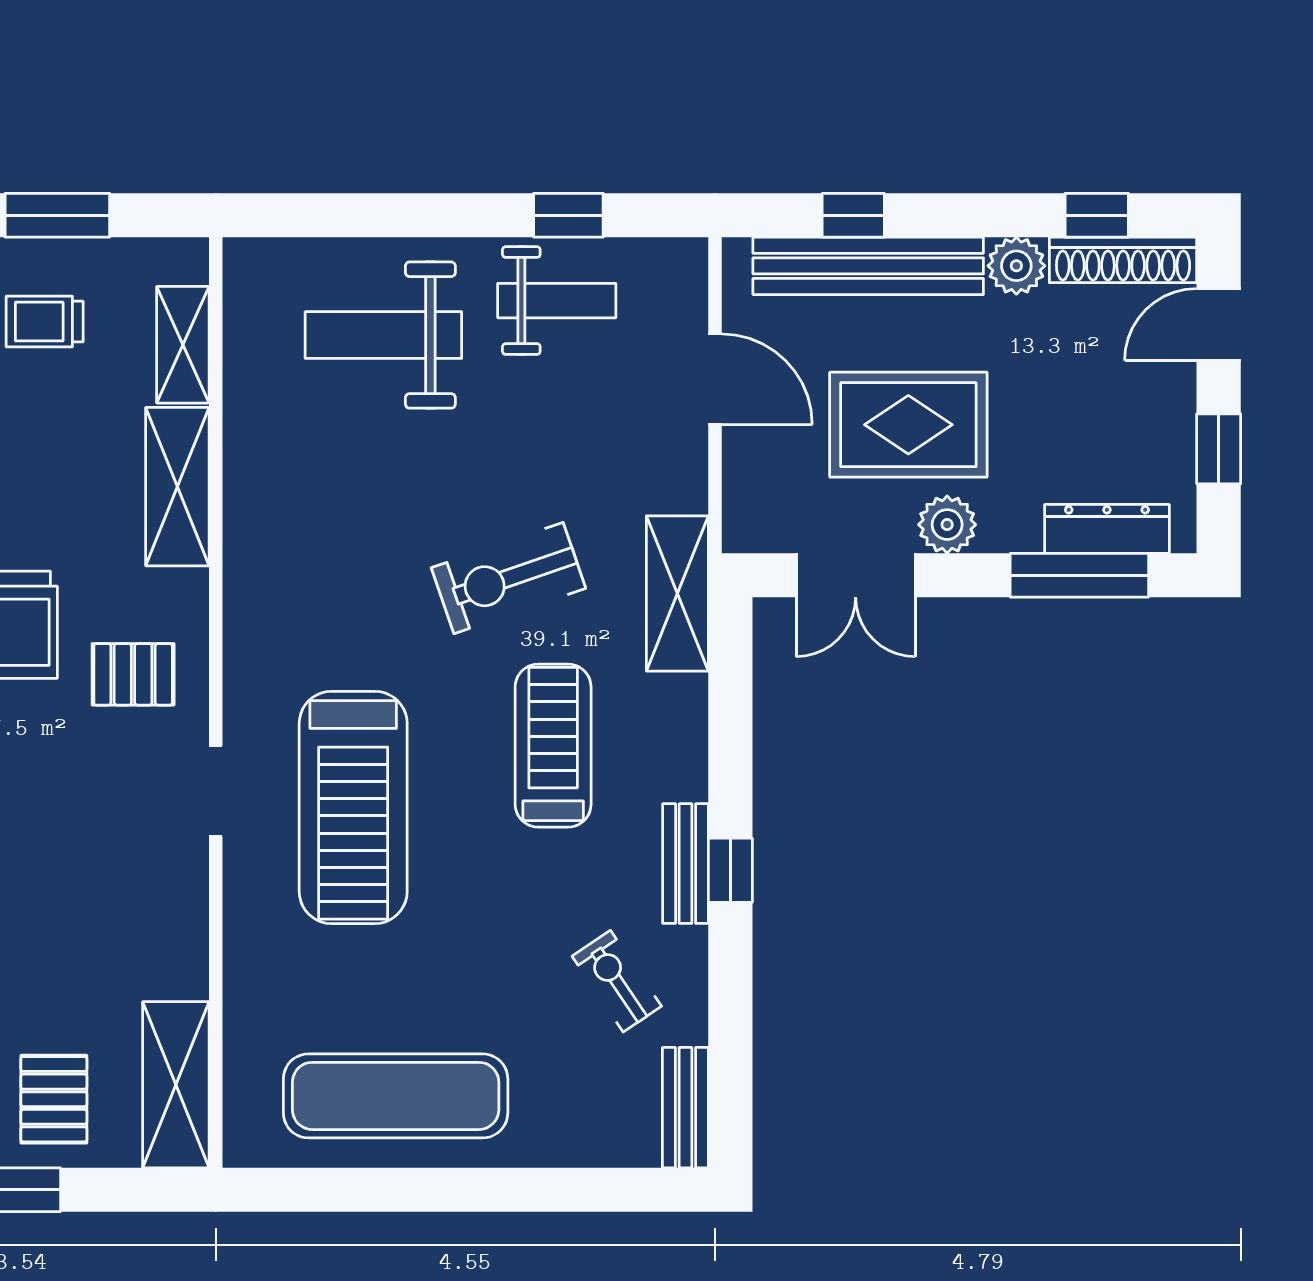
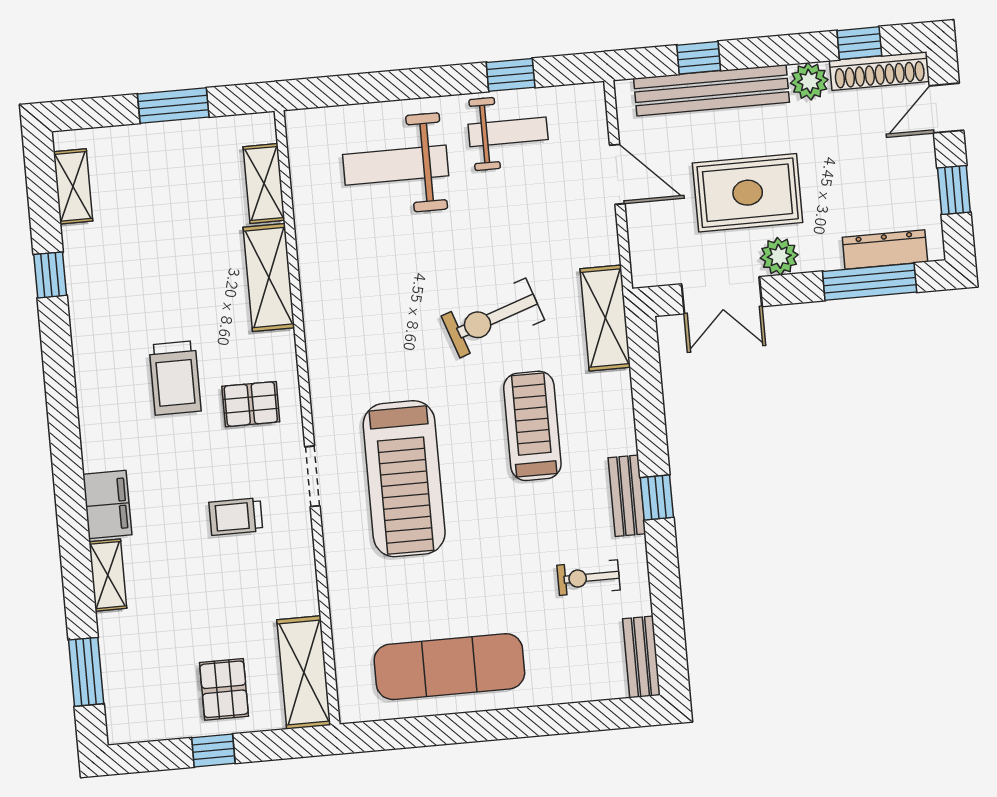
trolley: (45, 322) -> (236, 517), moved
exercise bike: (617, 981) -> (589, 578), turned -56

